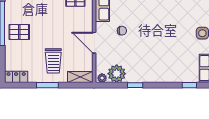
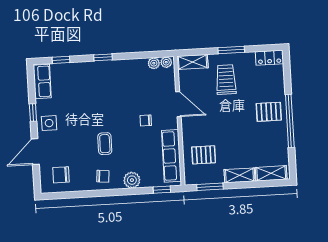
coffee table: (157, 13) -> (105, 144), added
plant: (117, 74) -> (154, 63), width x0.53, depth x0.53
window: (135, 85) -> (103, 57), moved

